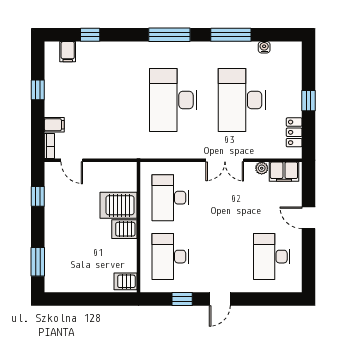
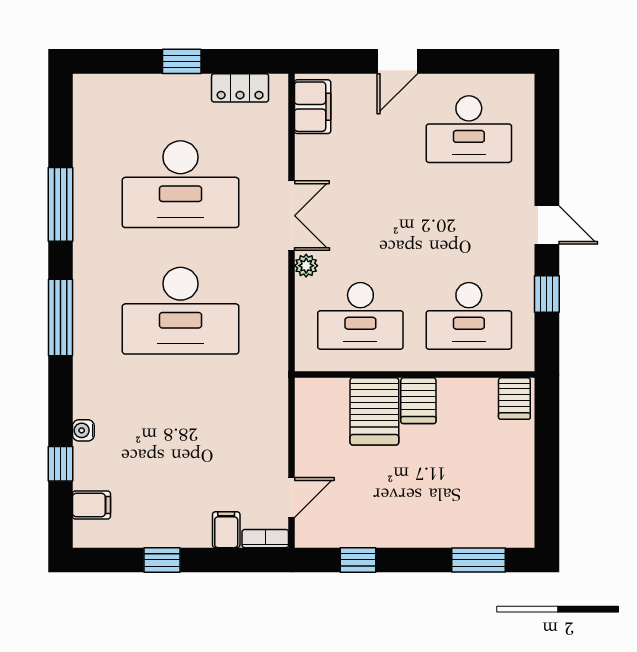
water cooler: (264, 47) -> (83, 430), moved
plant: (262, 168) -> (306, 266), moved

